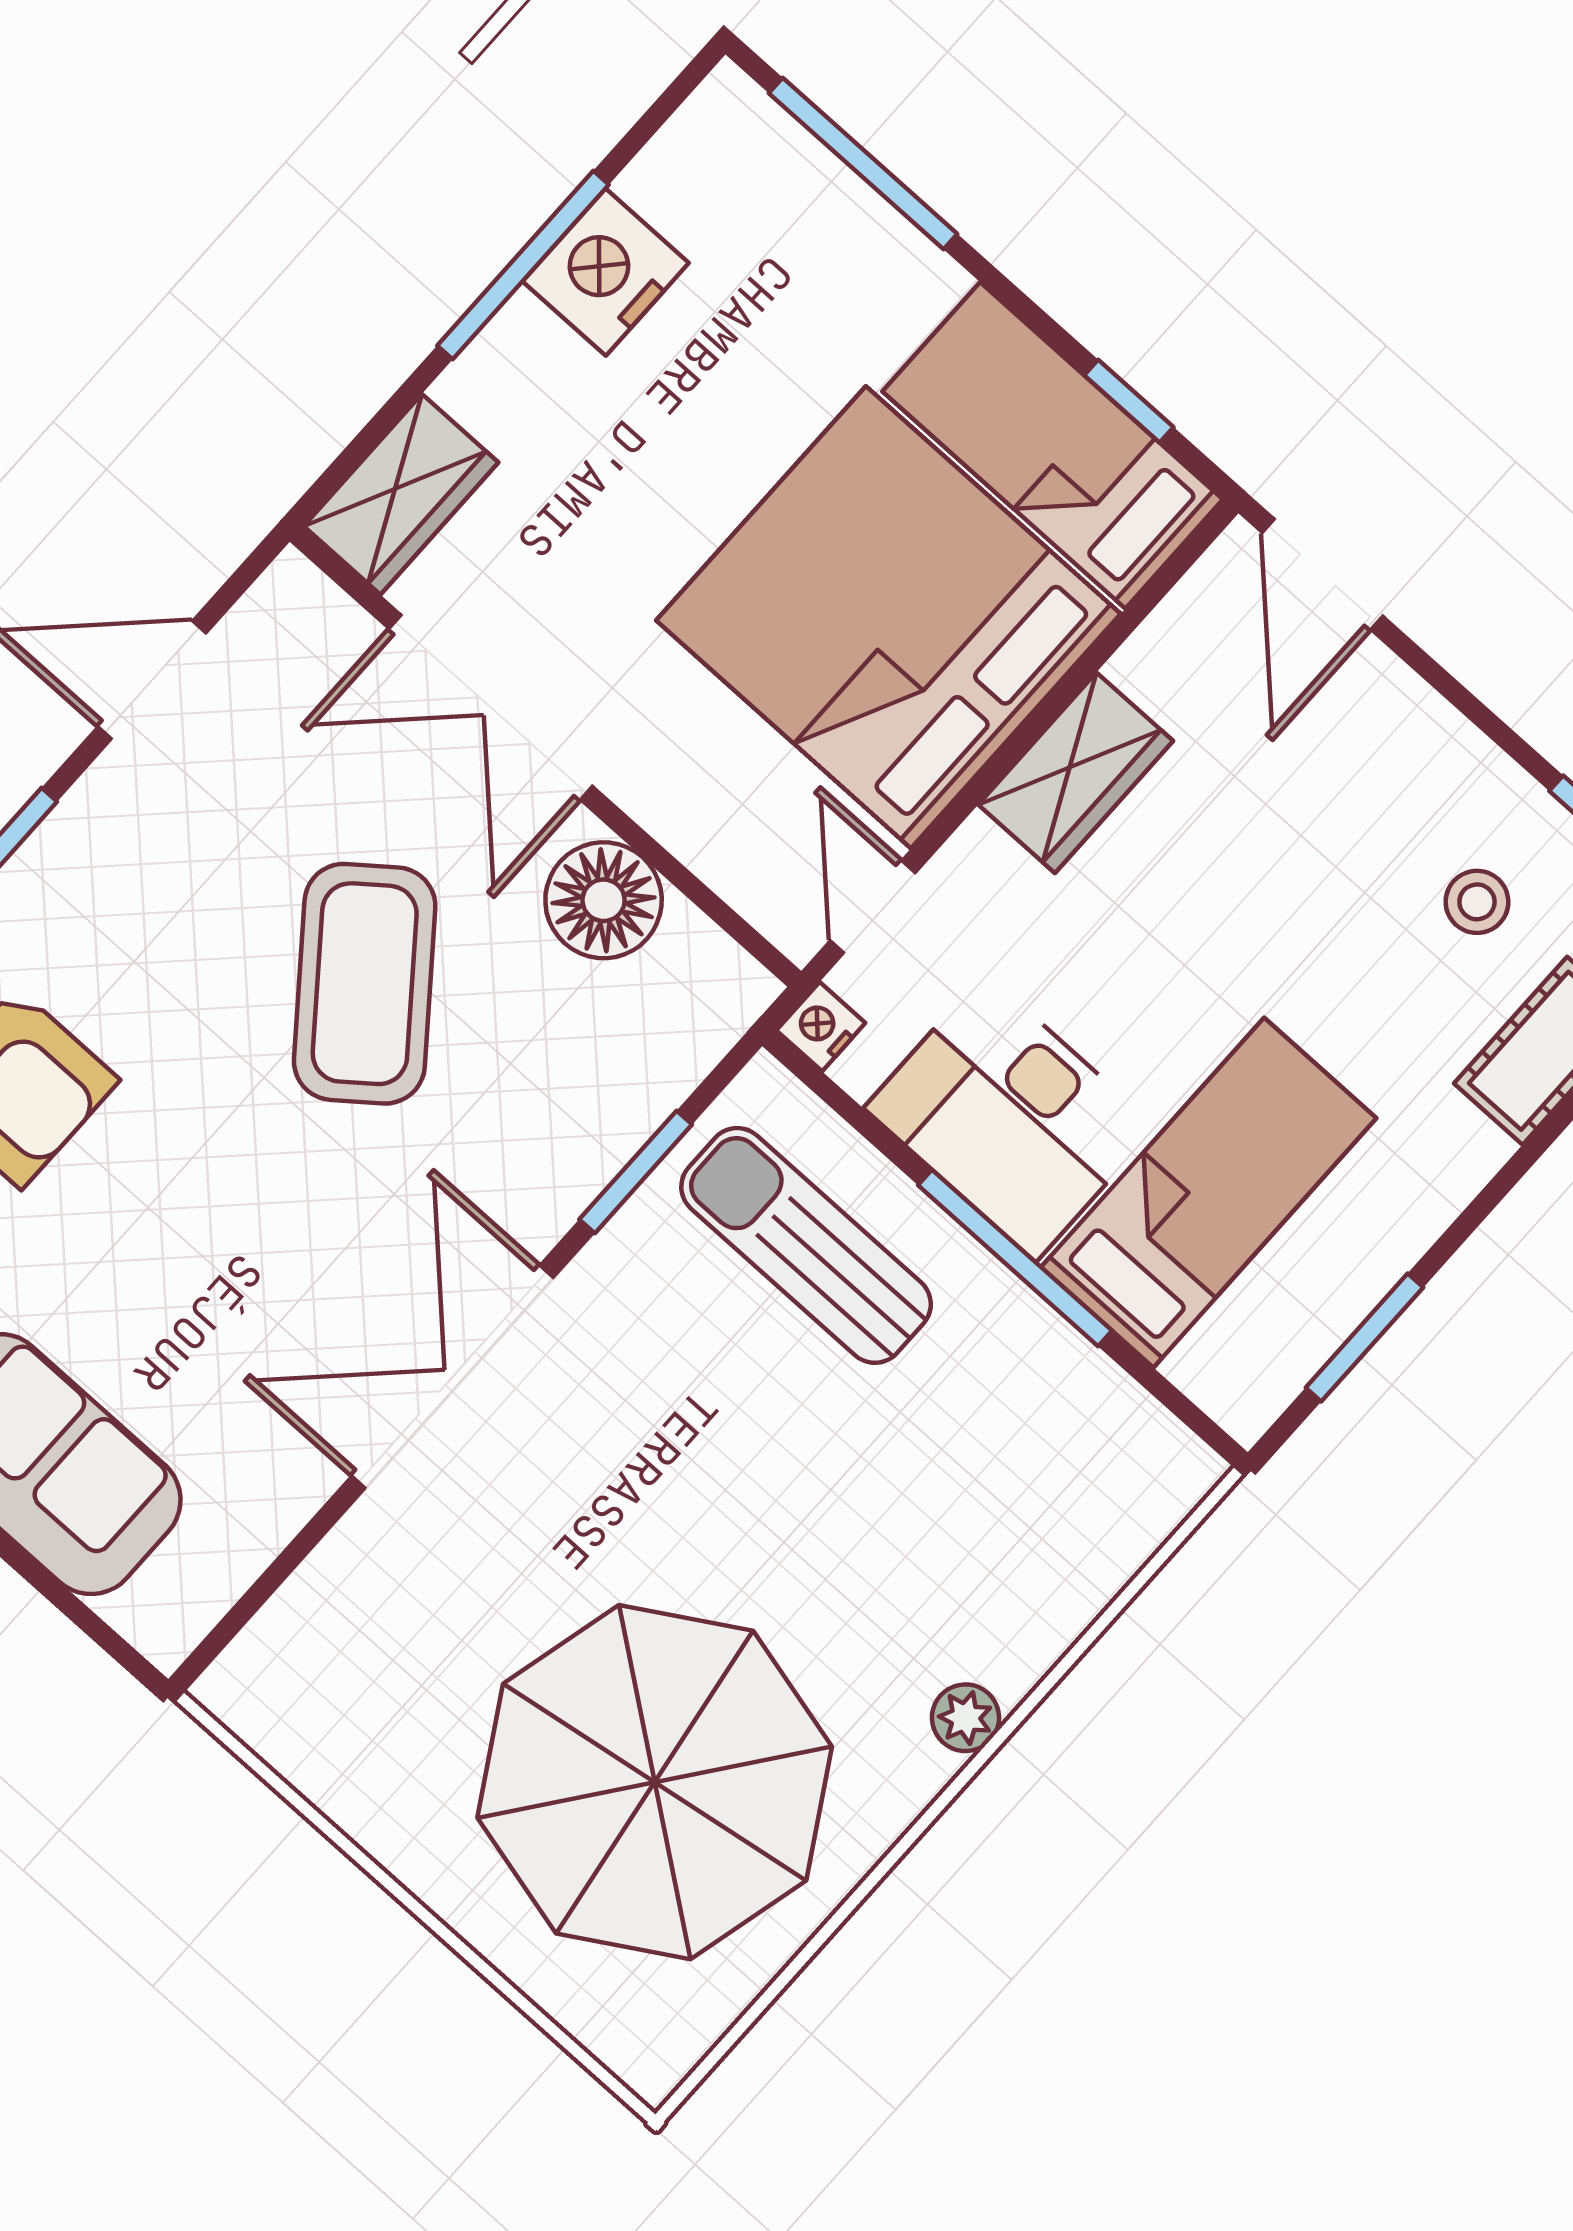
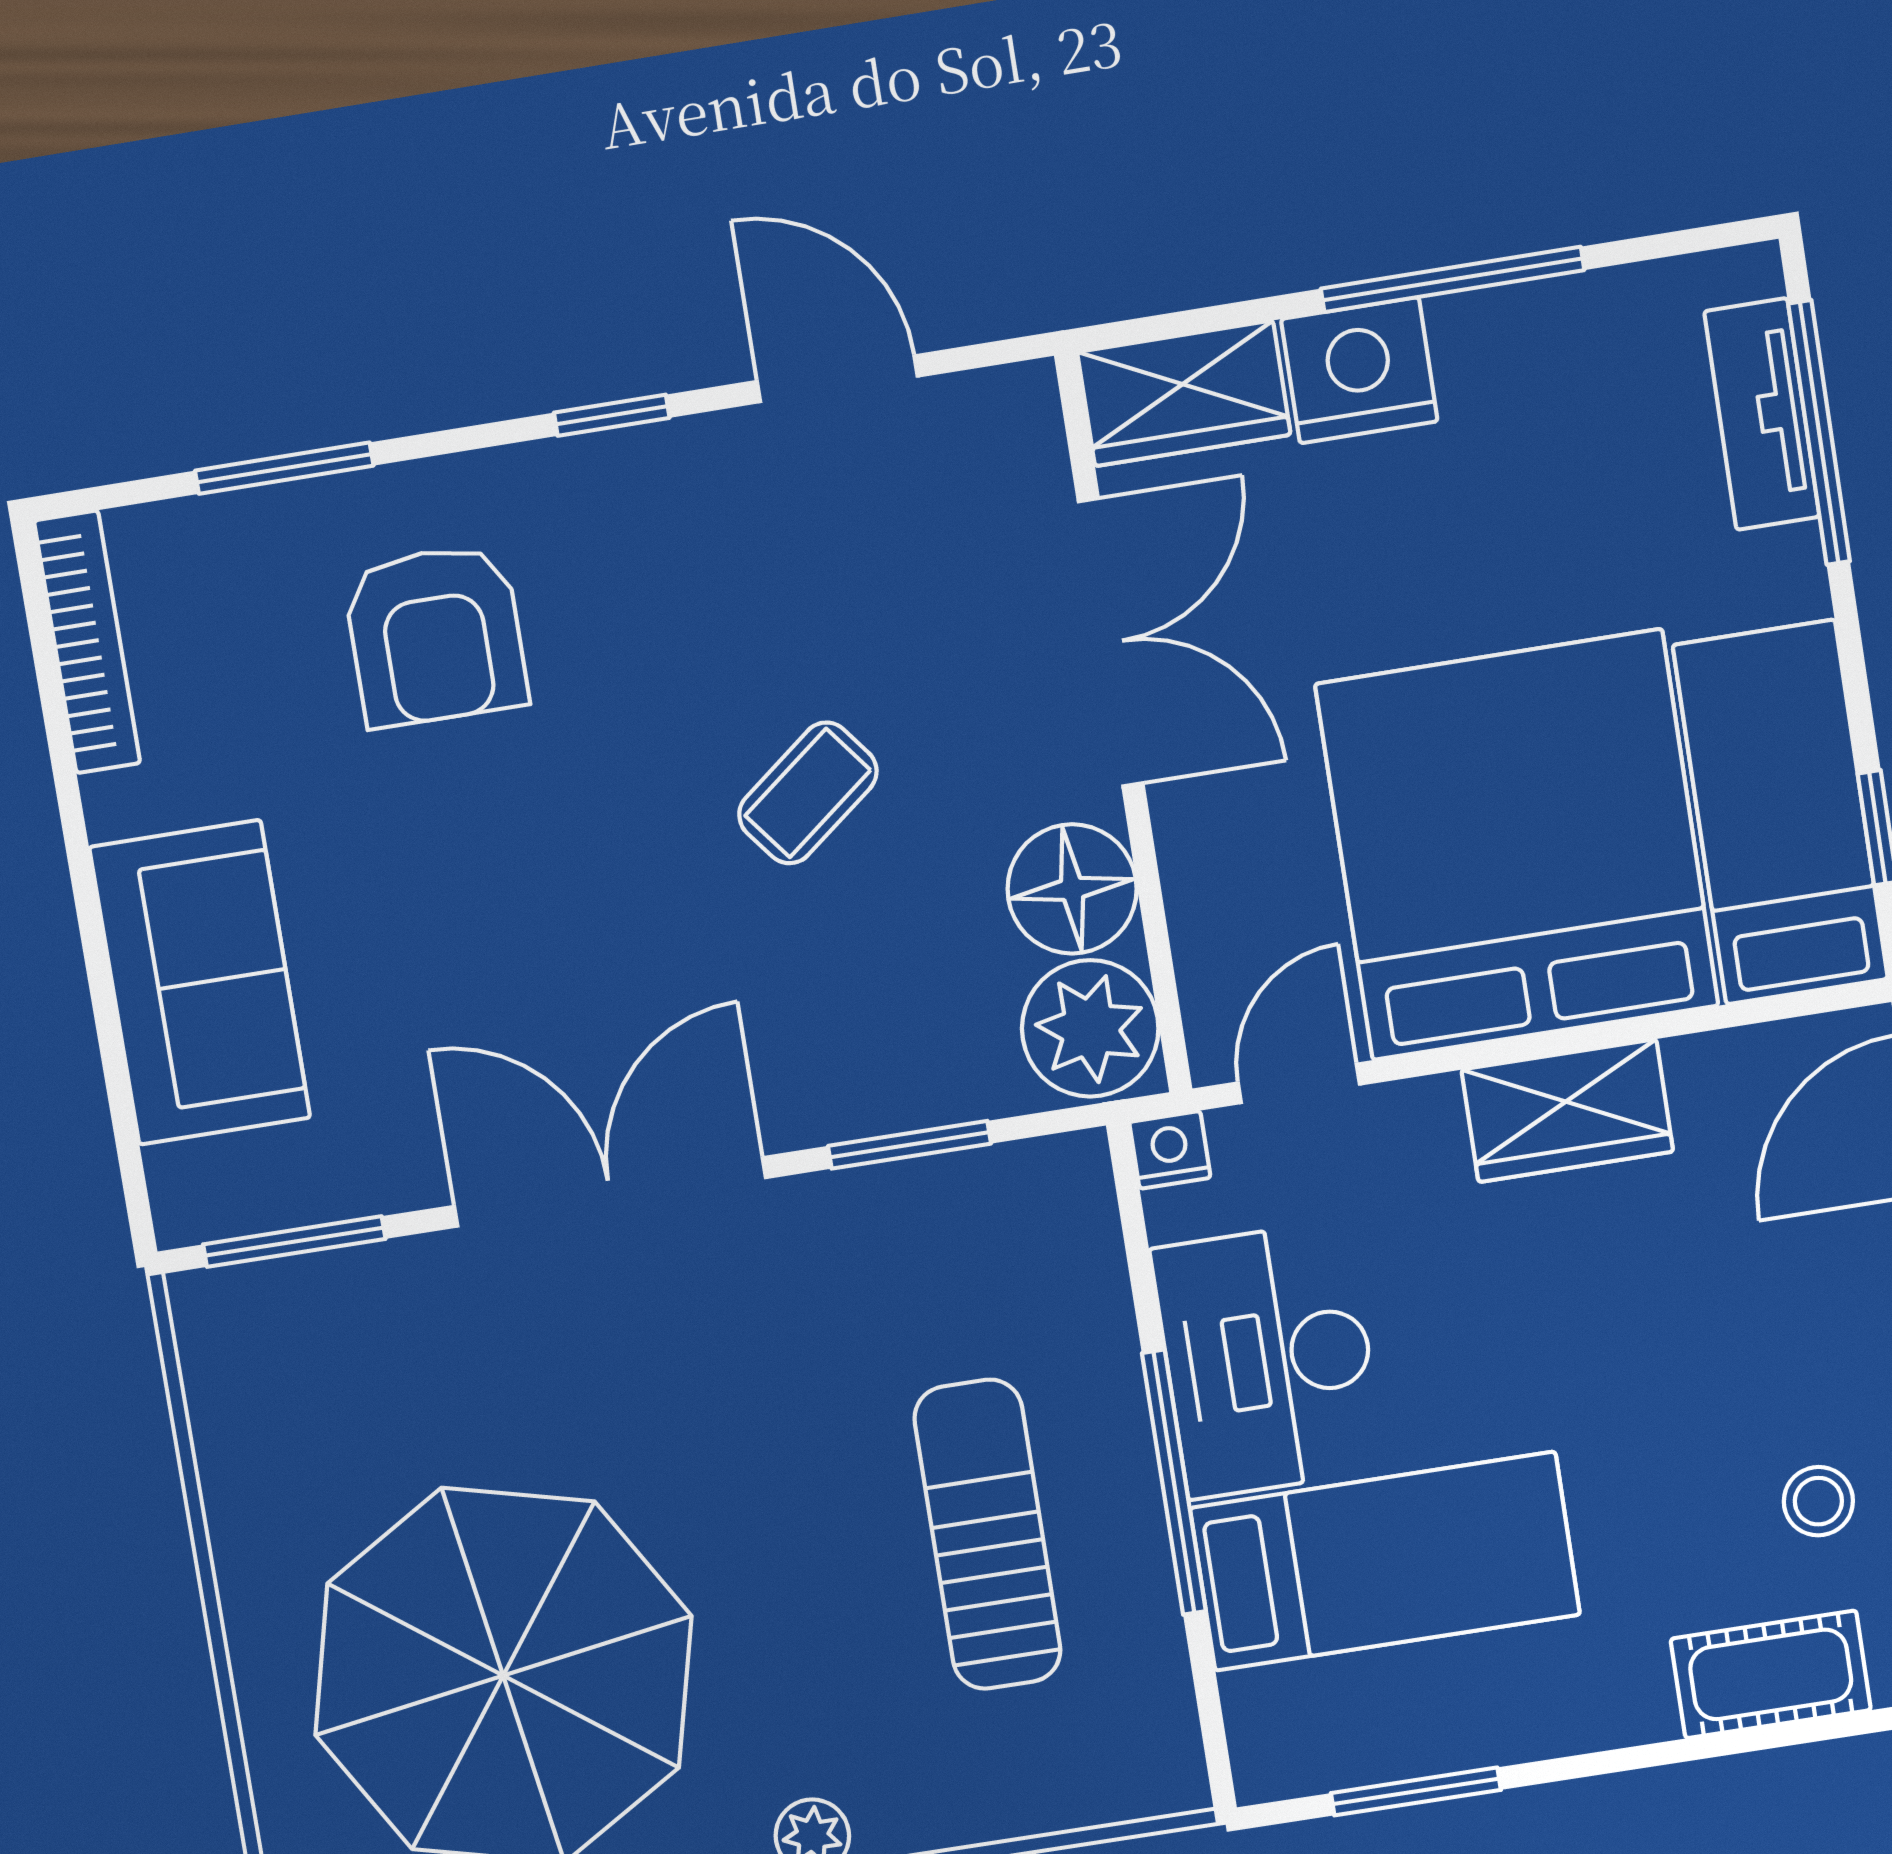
tv unit: (813, 183) -> (1762, 414), added
nightstand: (606, 272) -> (1359, 370), moved
double door: (491, 707) -> (1111, 643), swing flipped
coffee table: (365, 984) -> (808, 793), width x0.54, depth x0.58
plant: (696, 987) -> (1090, 1028), added
sun lounger: (806, 1245) -> (988, 1534), moved
window: (259, 1593) -> (294, 1242), added

